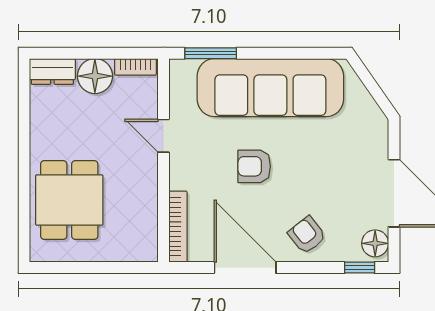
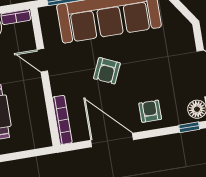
armchair: (254, 166) -> (107, 71), turned -66
armchair: (307, 235) -> (150, 111), turned 38

